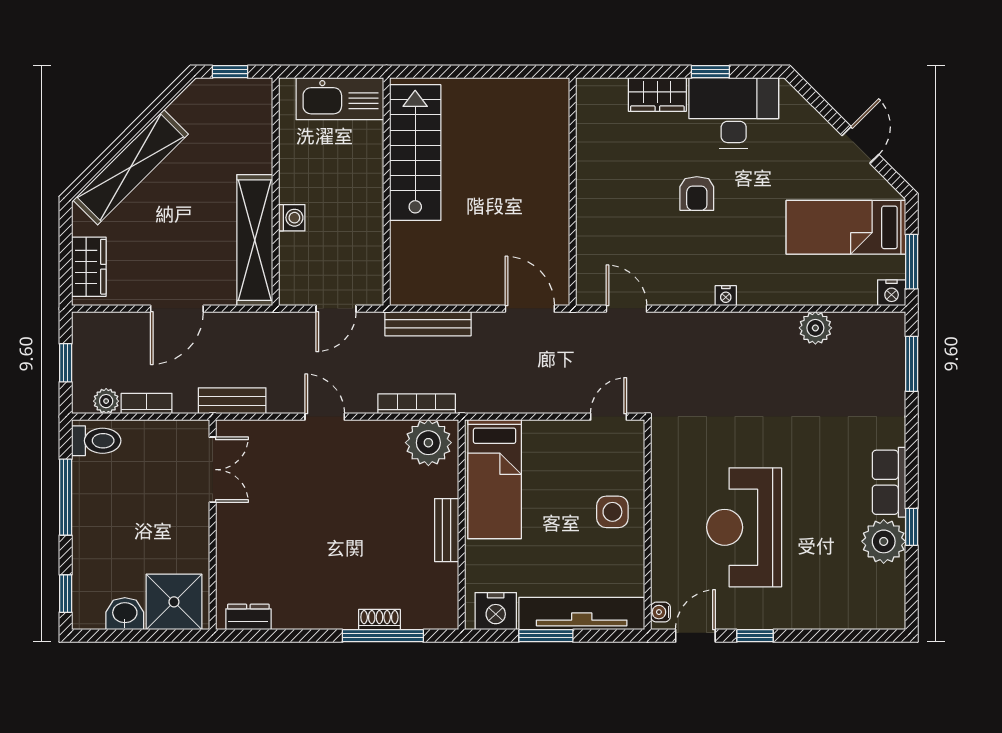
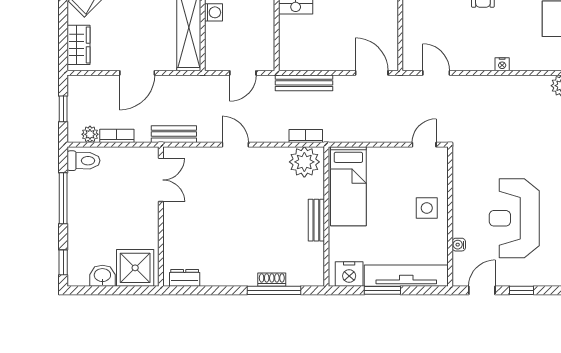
bookcase: (417, 404) -> (306, 136), width x0.64
water cooler: (661, 612) -> (459, 245), moved

